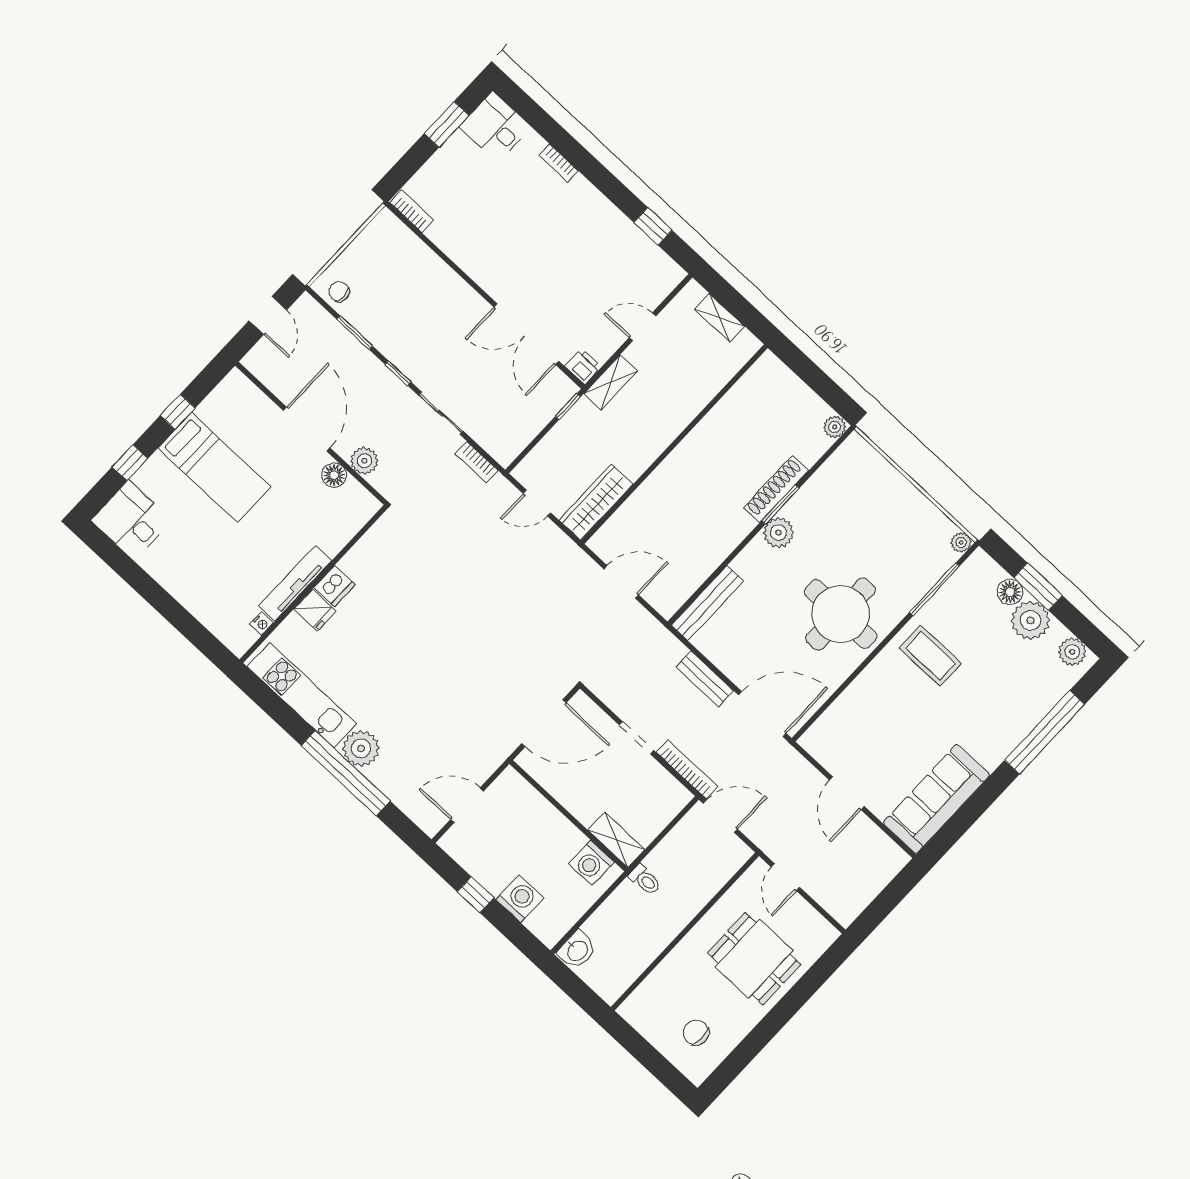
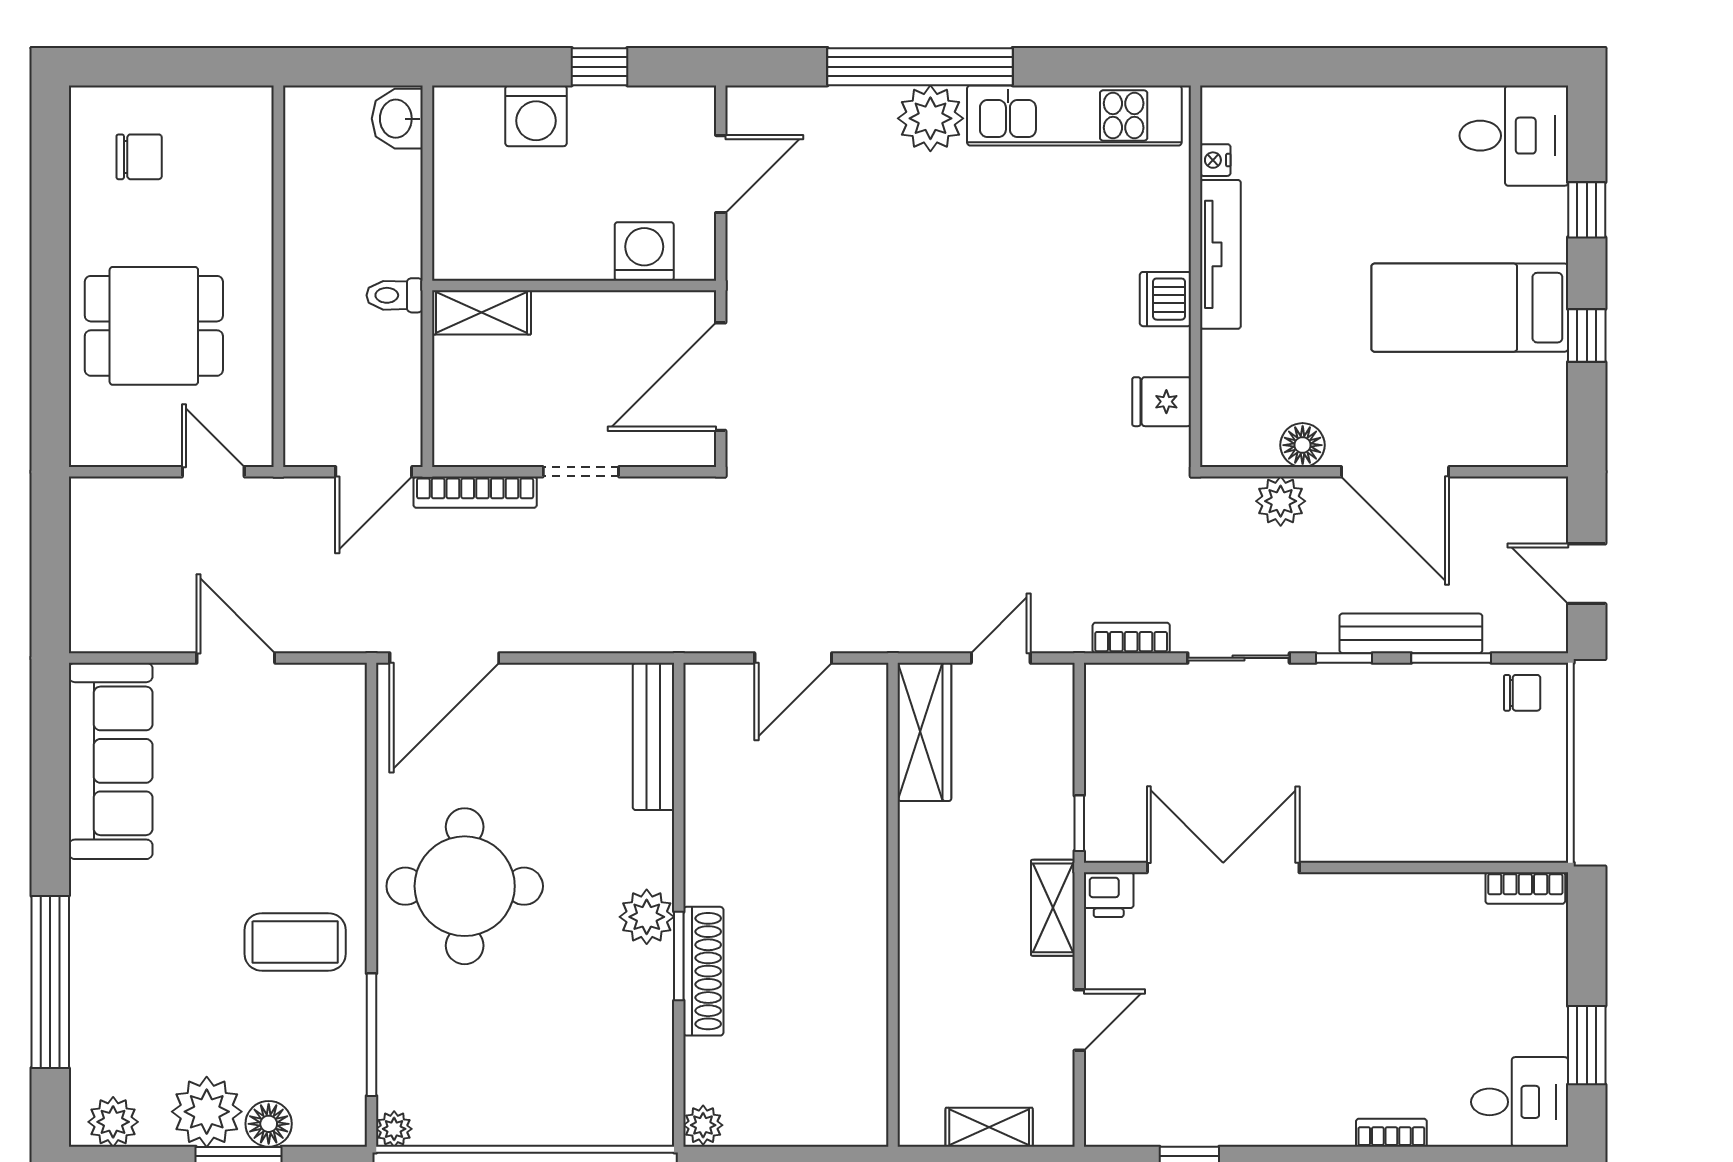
fridge: (315, 610) -> (1162, 402), moved
bench: (705, 679) -> (1411, 633), moved, width x1.36
washing machine: (591, 863) -> (644, 251), moved

